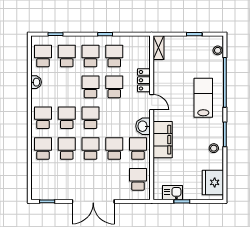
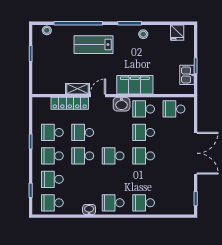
shelving: (159, 48) -> (77, 89), moved
locker: (144, 80) -> (70, 103), width x1.53
washbasin: (36, 82) -> (89, 210), moved
school desk: (67, 118) -> (113, 179), removed
school desk: (67, 149) -> (144, 179), removed
fridge: (213, 182) -> (177, 33), width x0.53, depth x0.75

